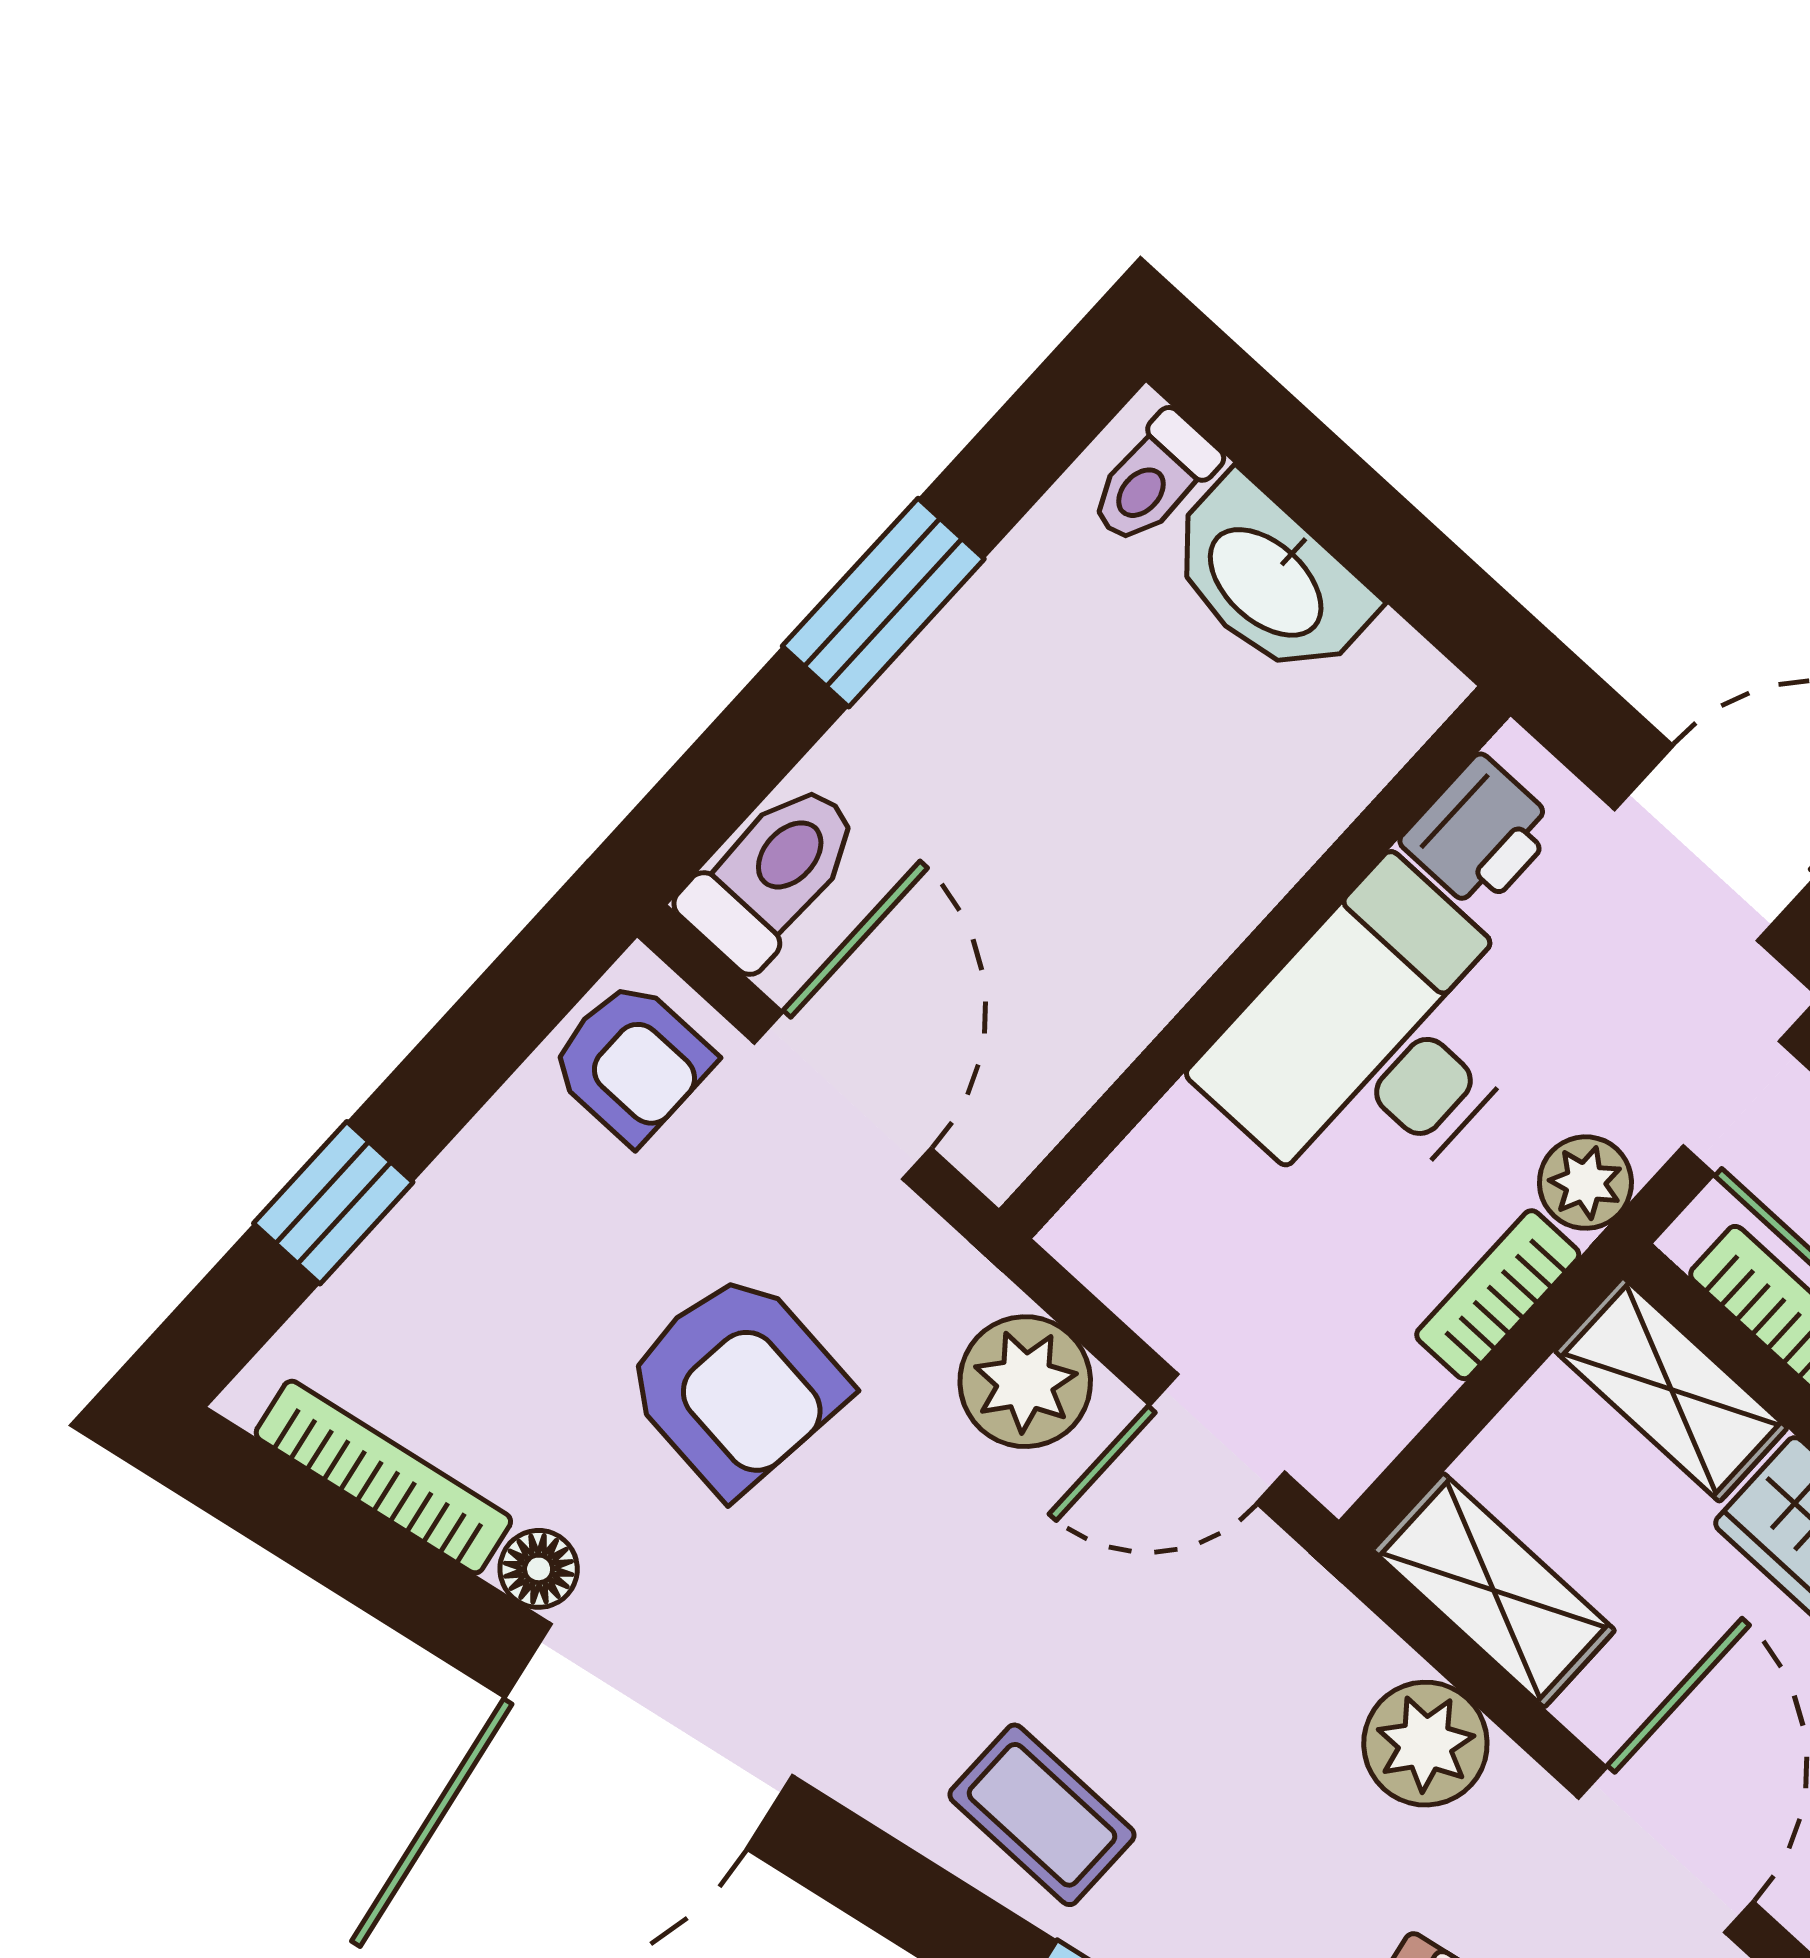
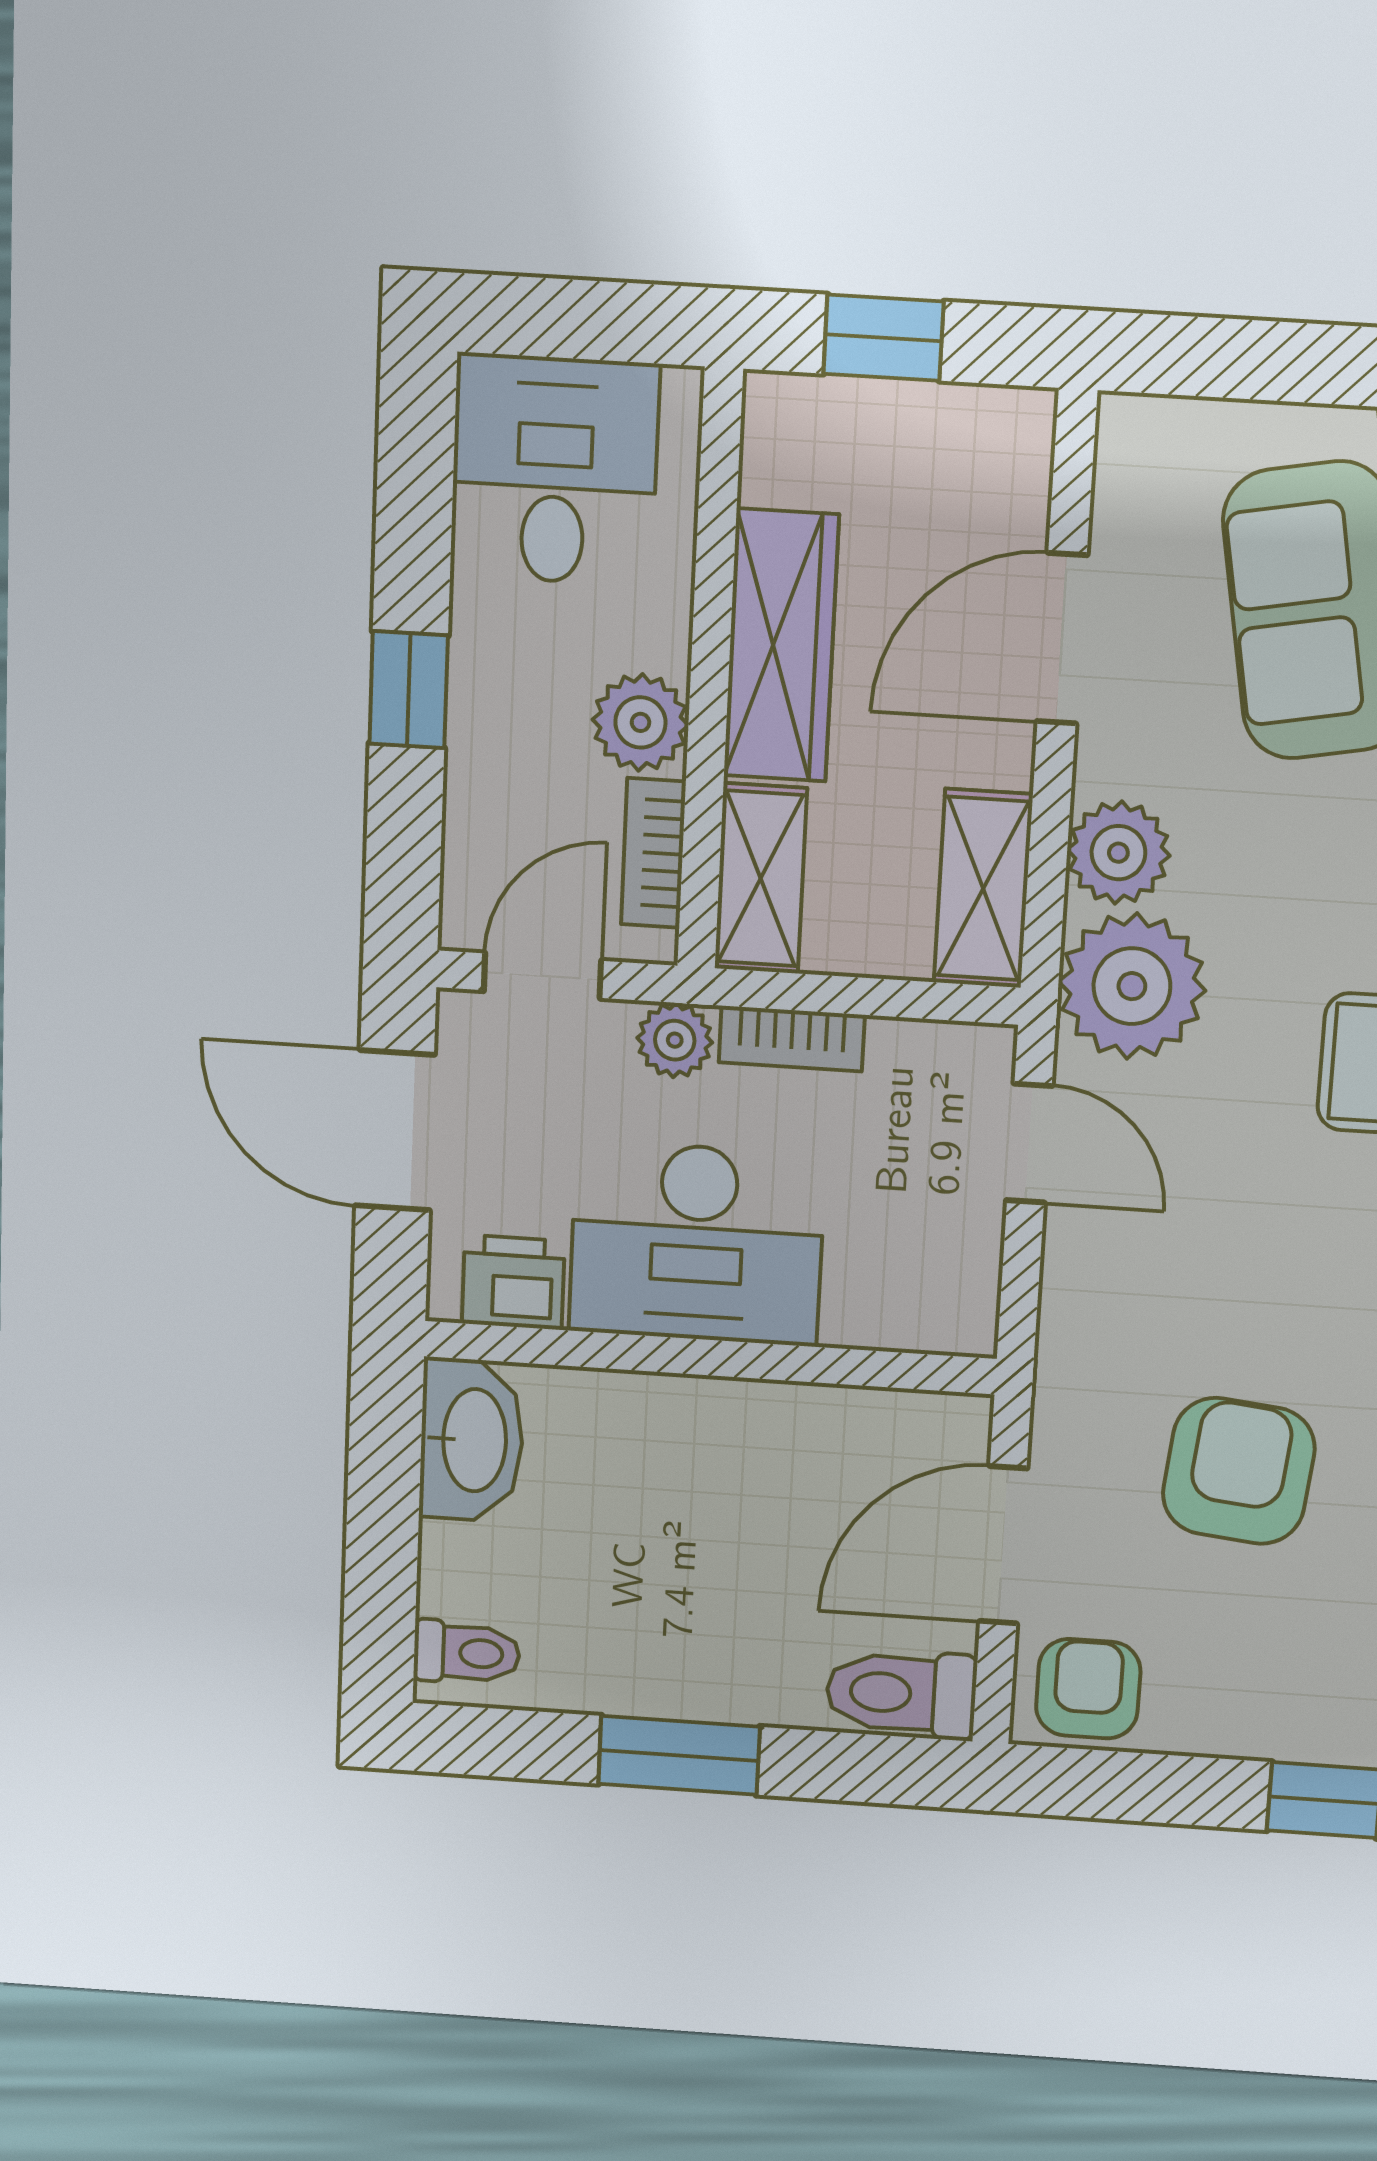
washbasin: (1268, 580) -> (472, 1440), moved
plant: (1025, 1382) -> (1132, 986), moved, width x1.36, depth x1.36

